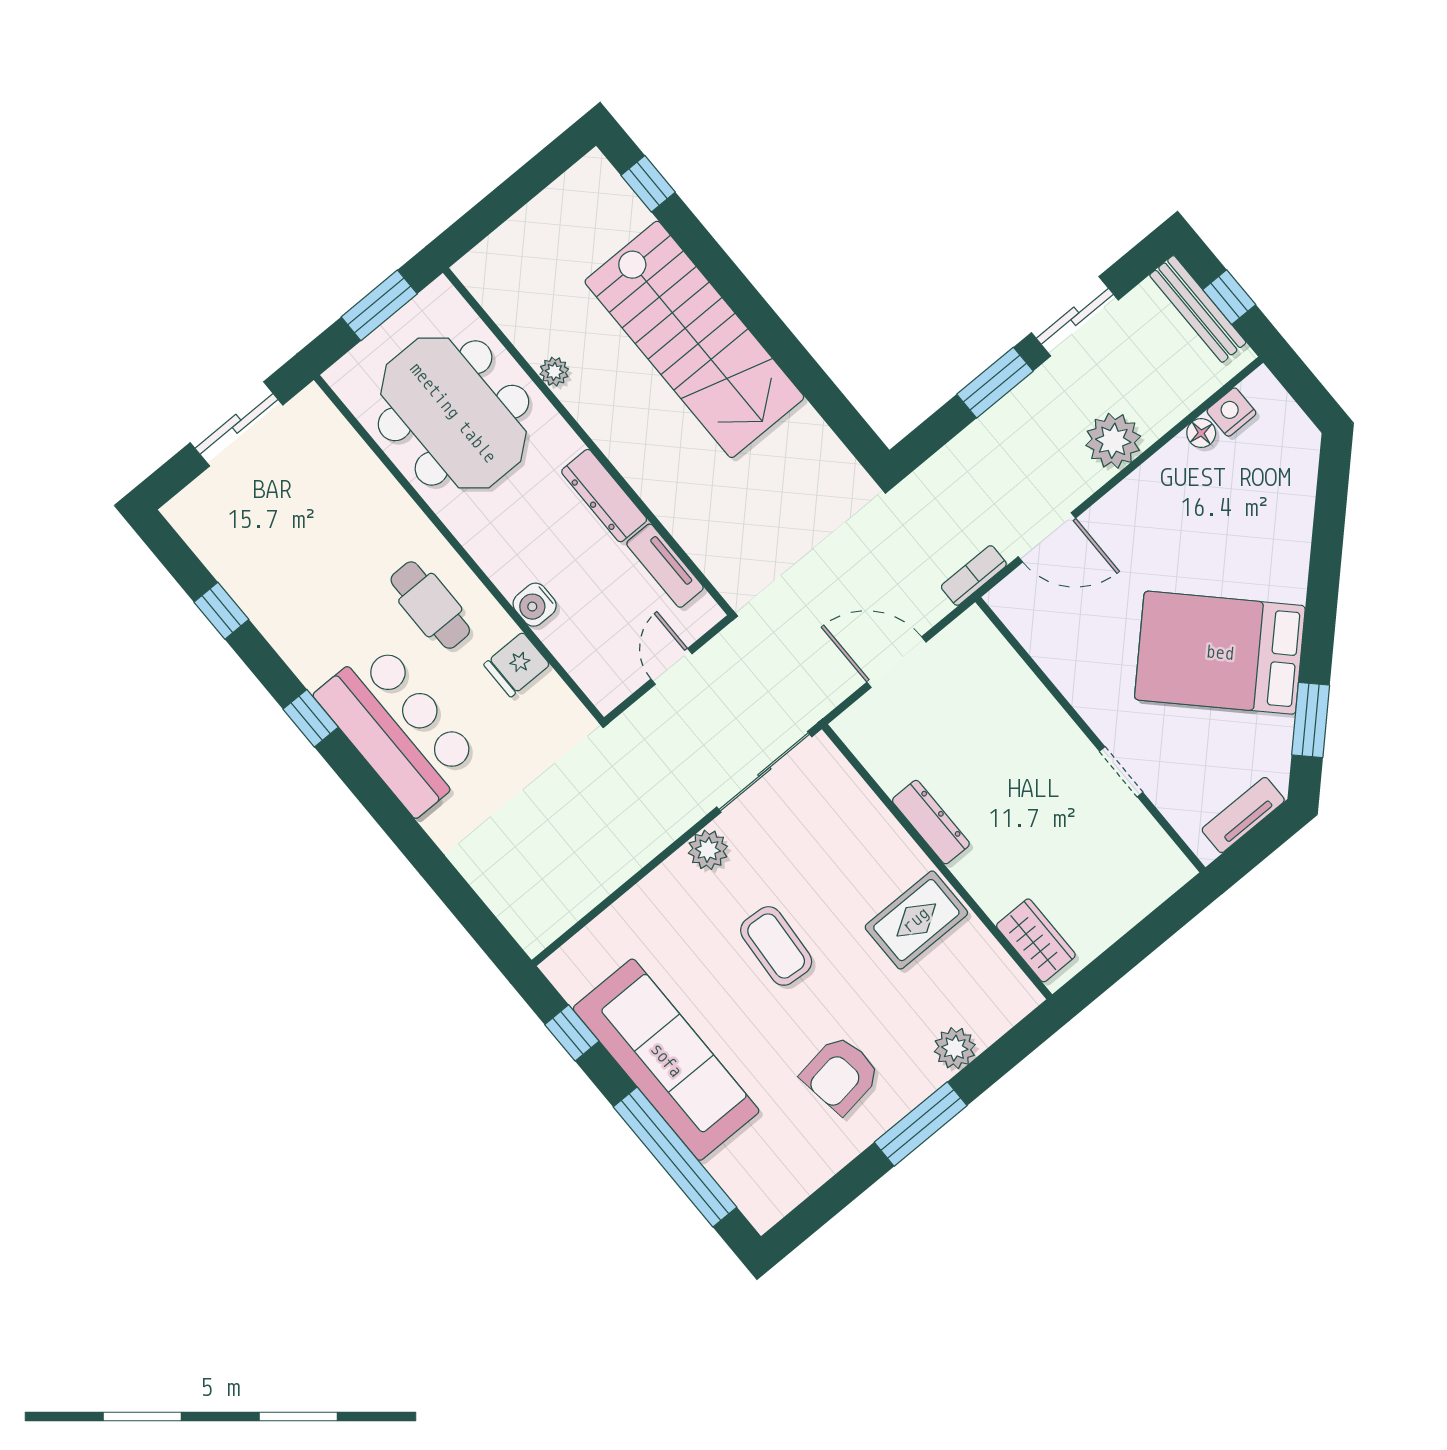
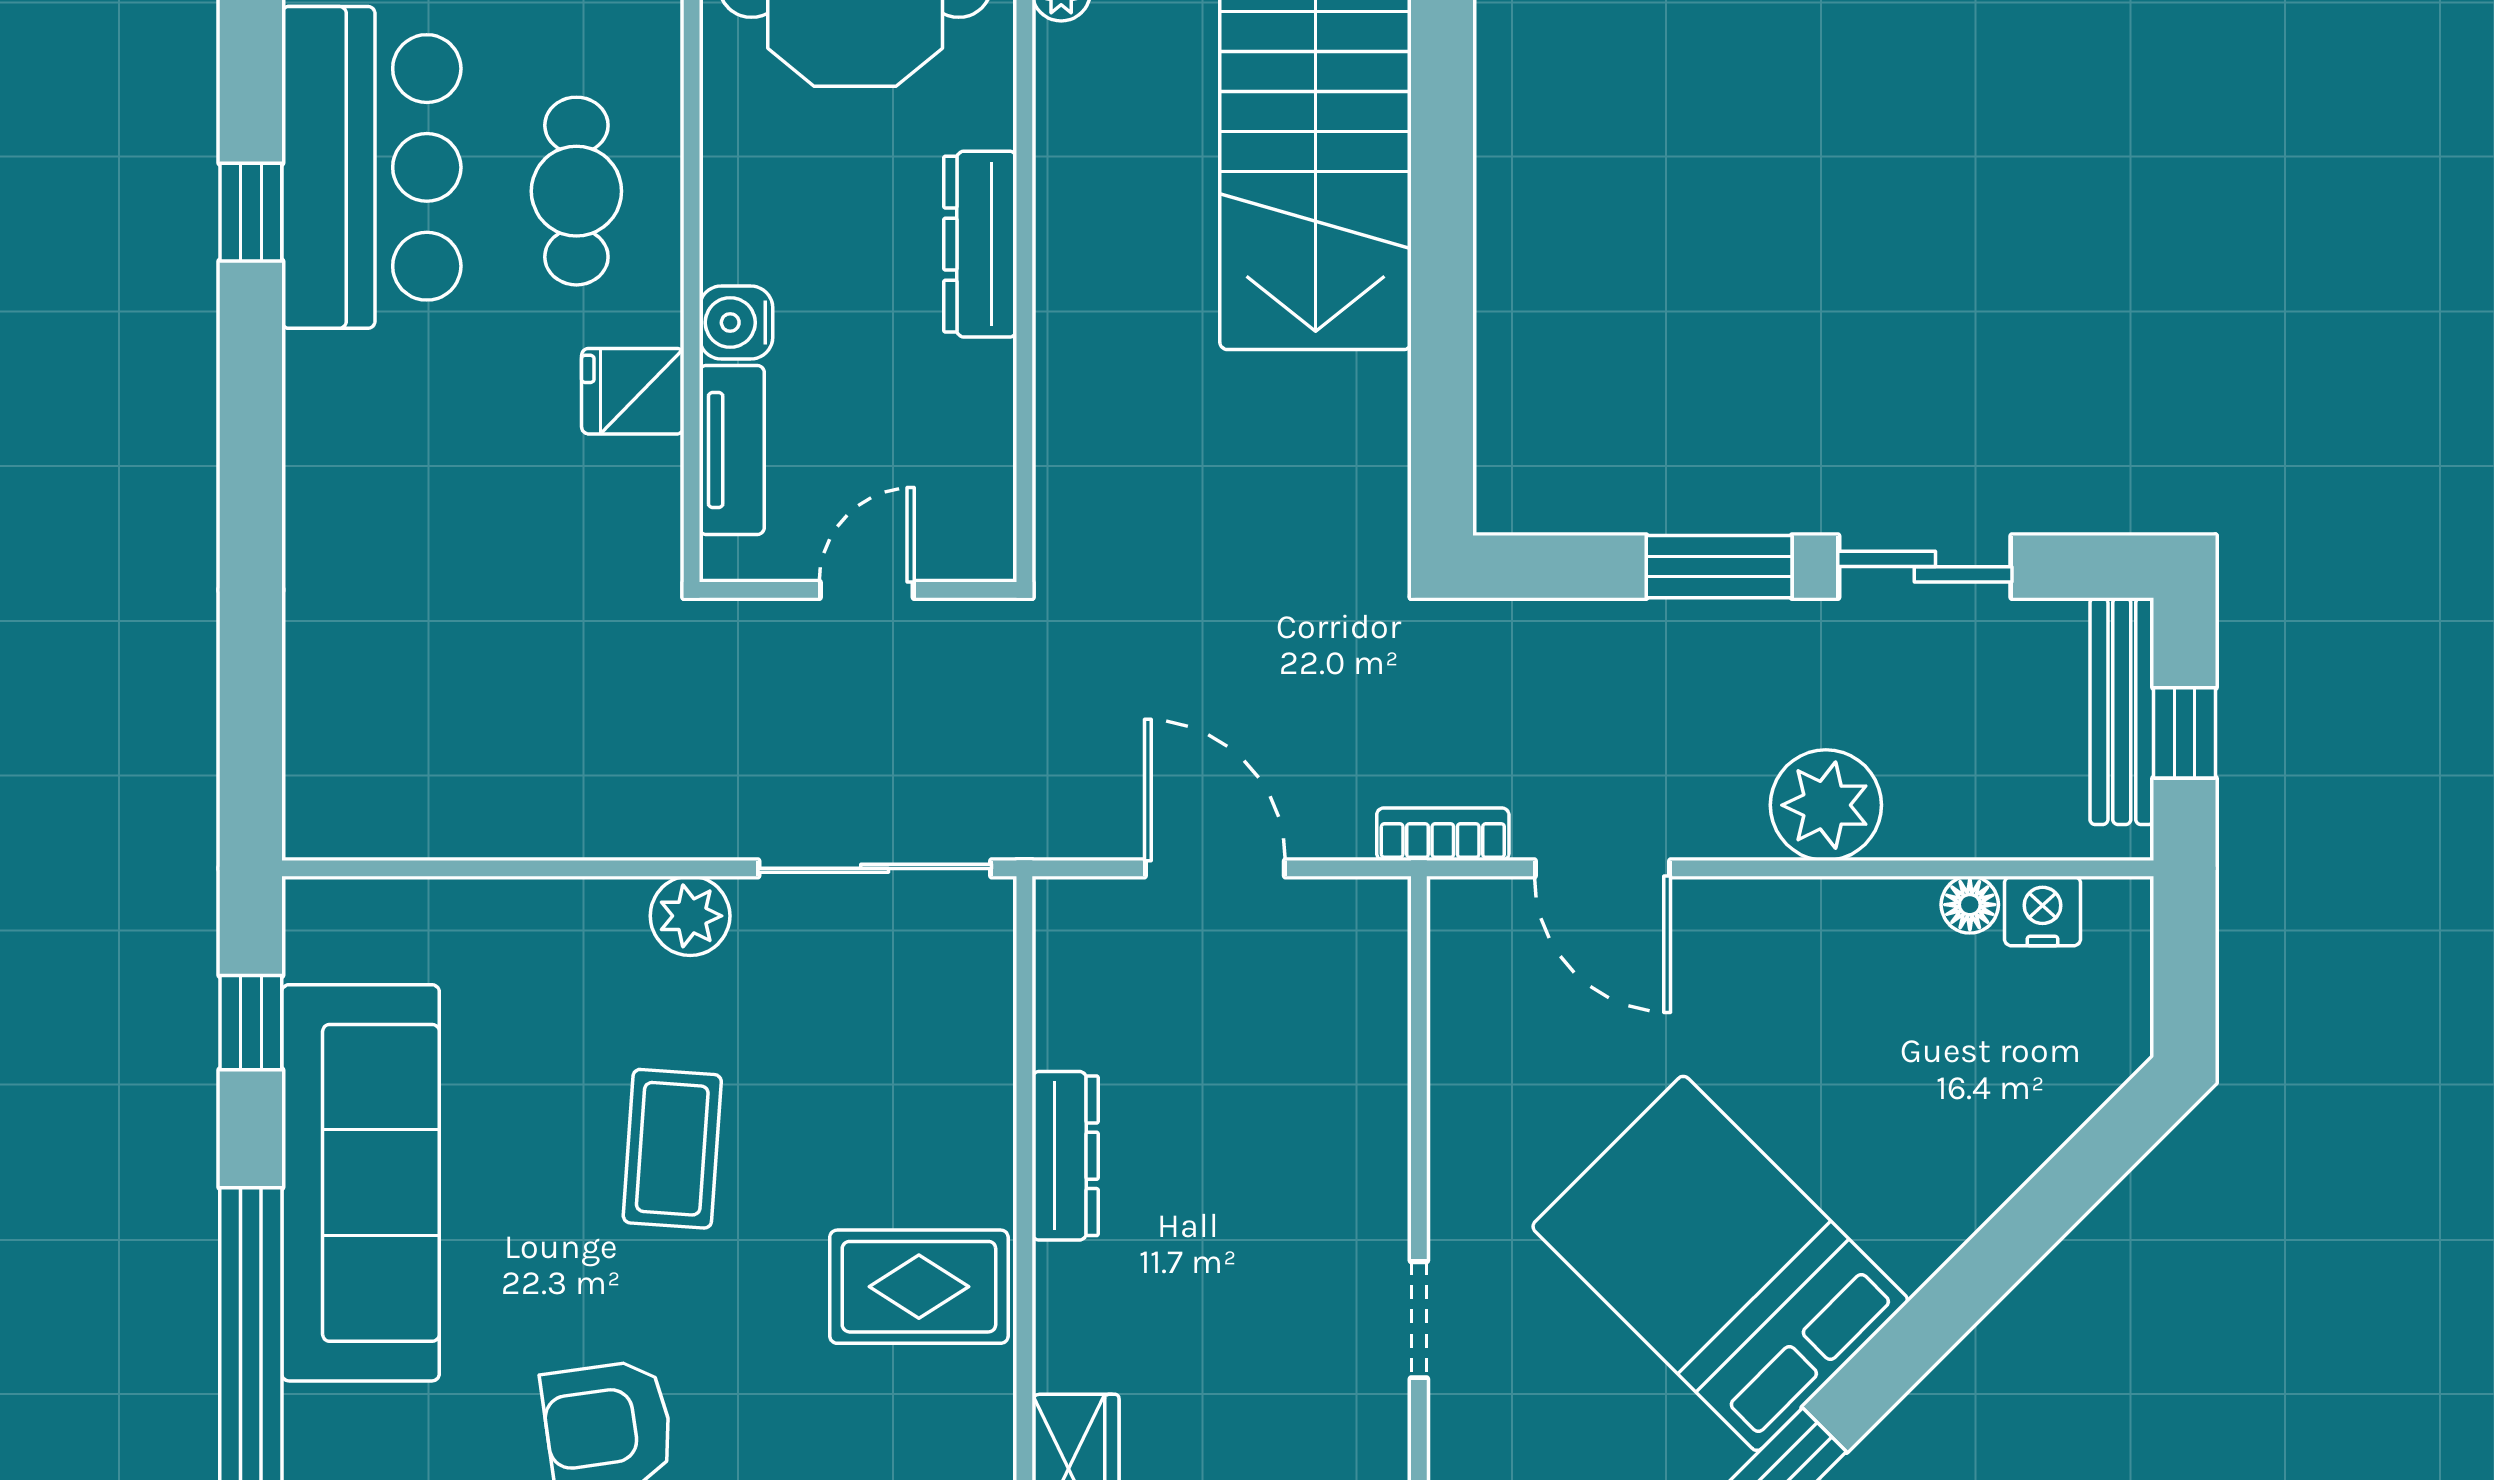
tv unit: (665, 566) -> (732, 450), moved, turned 180
bar counter: (398, 729) -> (371, 167), moved

